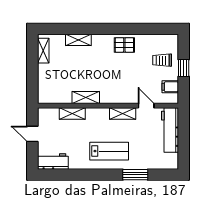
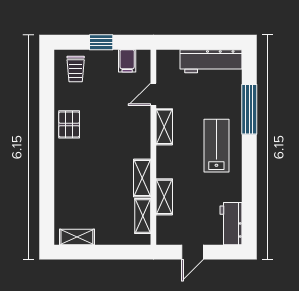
shelving: (78, 40) -> (143, 216), moved
trolley: (162, 60) -> (76, 69), moved
workbench: (170, 130) -> (211, 61), moved
window: (135, 175) -> (249, 109), width x1.44

